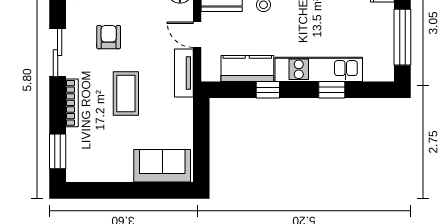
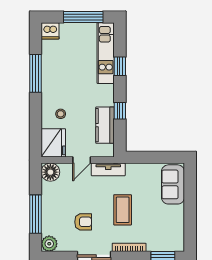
armchair: (109, 37) -> (83, 222), turned 180
kitchen unit: (319, 69) -> (106, 53), moved
coffee table: (126, 94) -> (123, 210), turned 90

